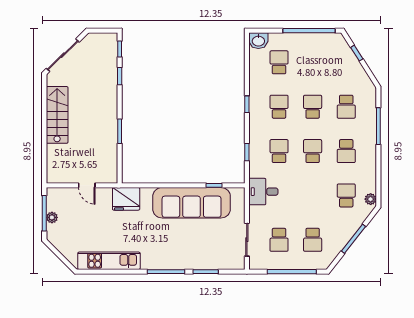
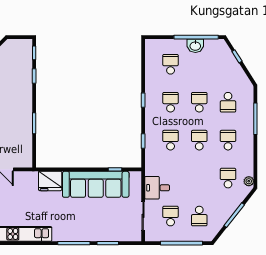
washbasin: (258, 41) -> (195, 46), moved
school desk: (346, 151) -> (228, 140), turned 180
desk: (263, 192) -> (157, 188), moved
fridge: (126, 199) -> (50, 181), moved
school desk: (279, 240) -> (171, 216), turned 180

